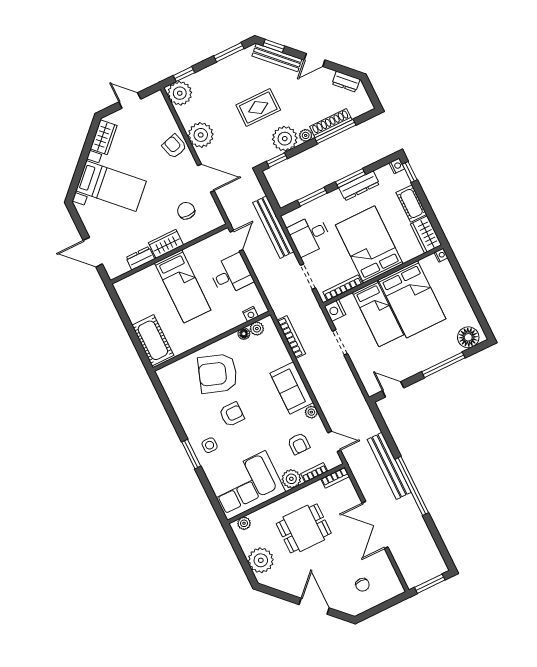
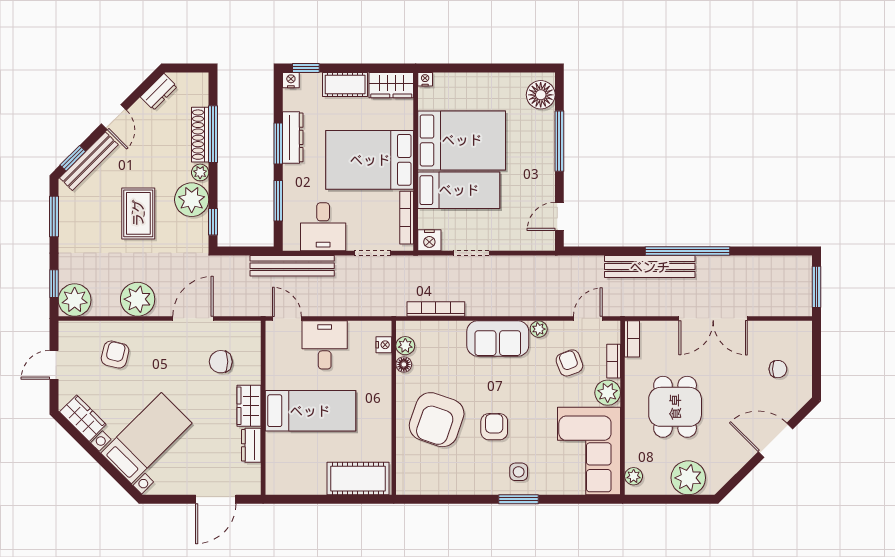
armchair: (174, 146) -> (115, 355), moved, turned 120
armchair: (299, 444) -> (569, 363), turned -111

